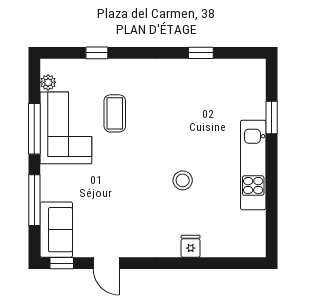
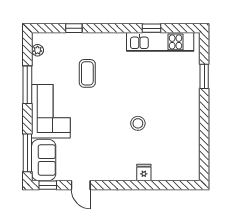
corner sofa: (66, 128) -> (51, 111), moved
kitchen unit: (253, 165) -> (160, 42), moved, turned -90
window: (34, 200) -> (27, 153), moved

